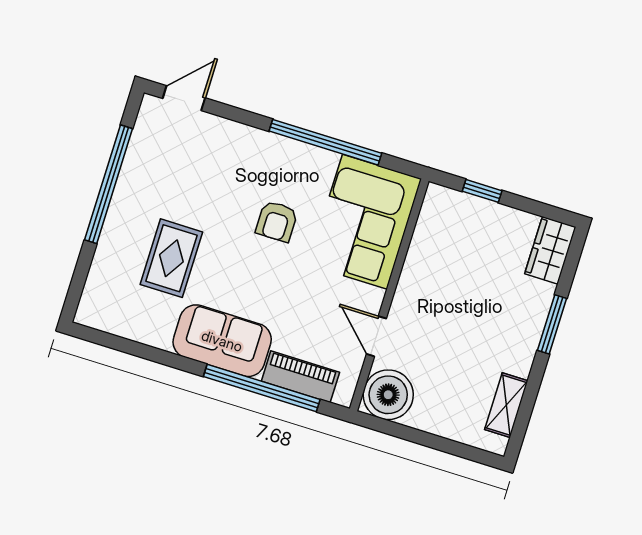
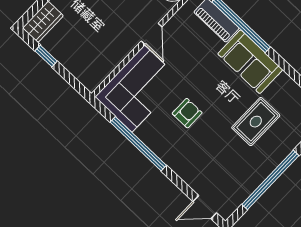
window: (482, 191) -> (46, 56), moved
door: (376, 336) -> (152, 34), moved

